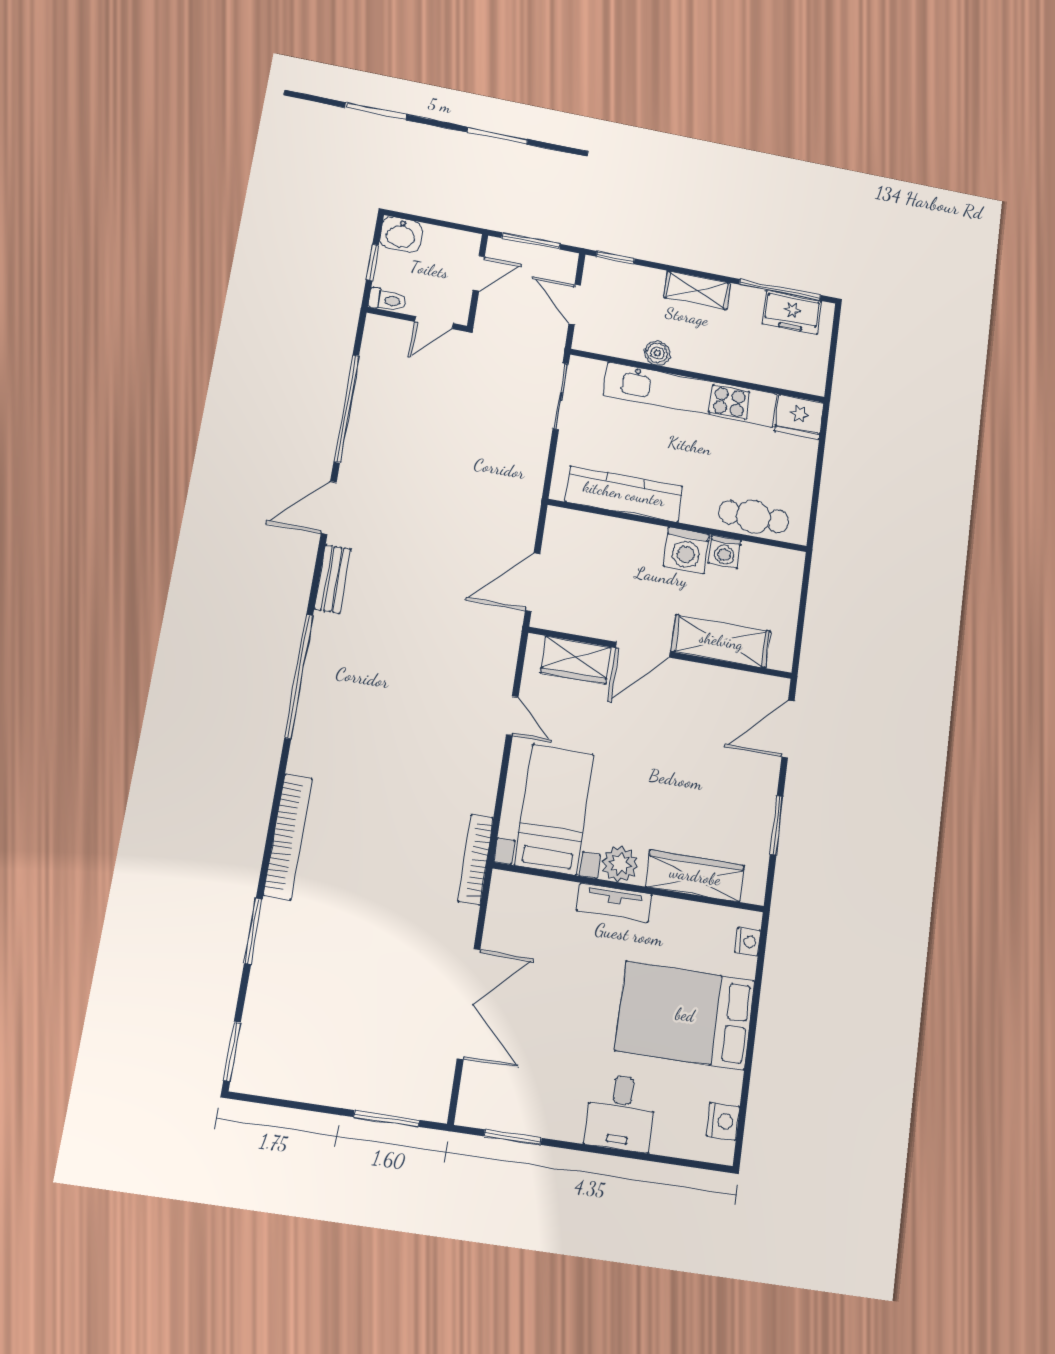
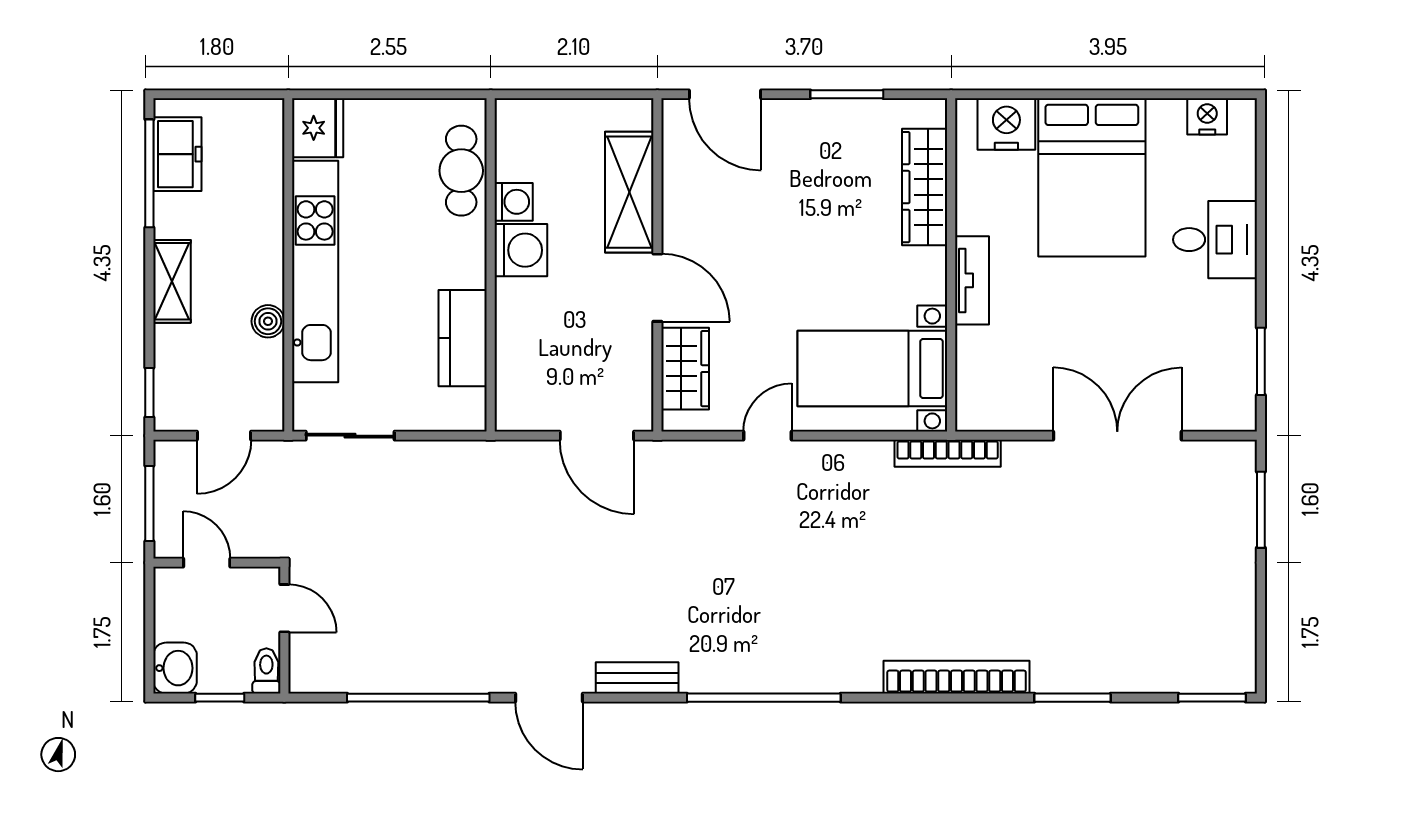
kitchen counter: (624, 494) -> (463, 338), width x0.67
plant: (620, 864) -> (925, 280), removed
nightstand: (748, 941) -> (1006, 124), width x1.89, depth x1.79

